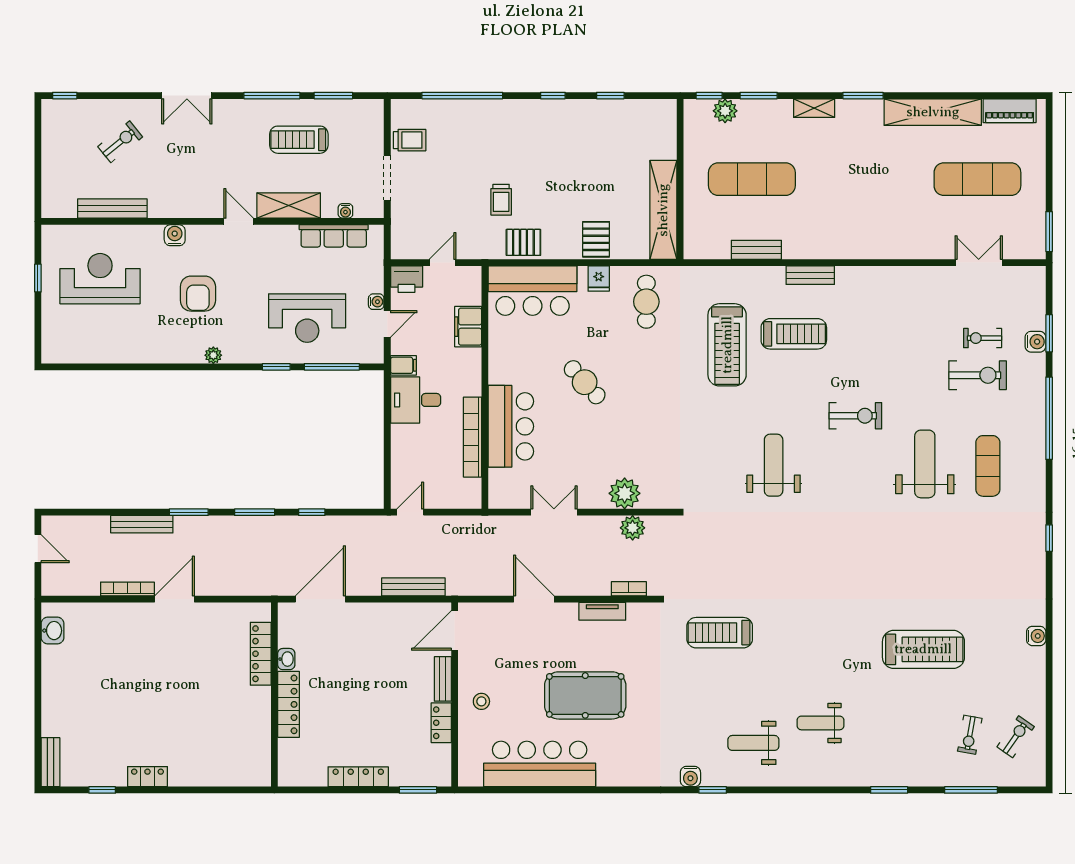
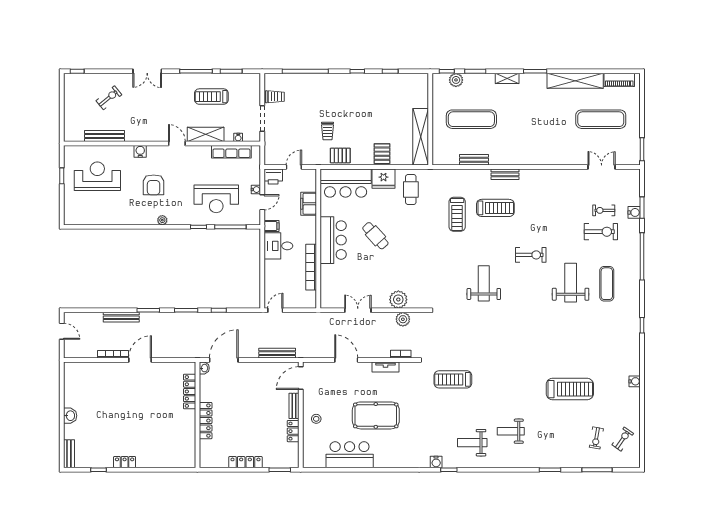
fridge: (599, 279) -> (383, 179), width x1.88, depth x1.34
treadmill: (727, 345) -> (457, 214), width x0.73, depth x0.73
bar counter: (511, 426) -> (333, 240), moved
washbasin: (52, 631) -> (70, 416), moved
washbasin: (286, 659) -> (204, 368), moved
bar counter: (540, 764) -> (350, 455), width x0.73

